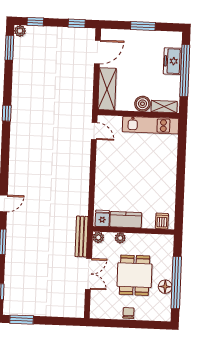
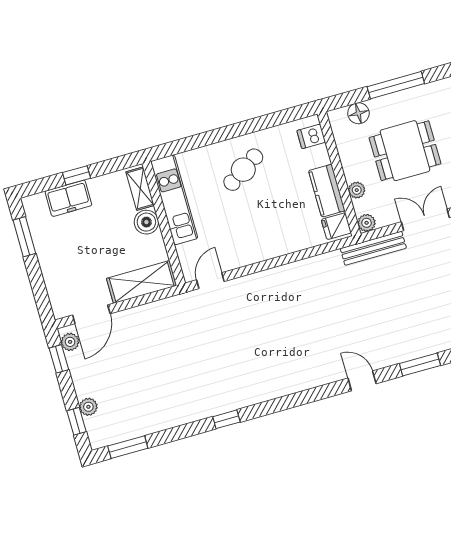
window: (143, 26) -> (24, 237), moved
plant: (20, 31) -> (88, 407), moved
plant: (85, 34) -> (70, 342), added
door: (97, 52) -> (91, 314), swing flipped
window: (185, 71) -> (76, 175), width x0.32
cafe table: (155, 173) -> (243, 170), added
window: (176, 283) -> (396, 85), width x0.68
floor lamp: (165, 287) -> (358, 113), moved

